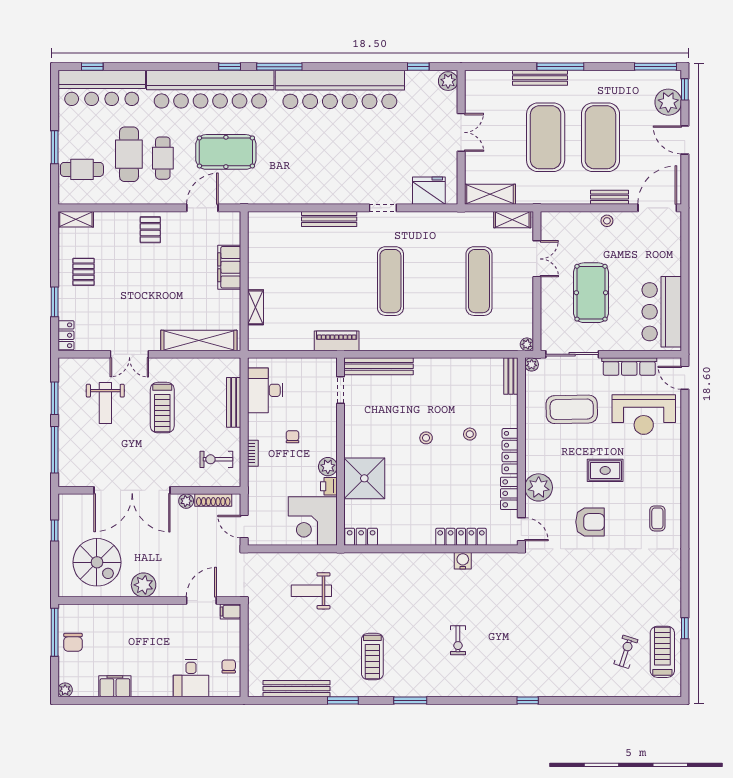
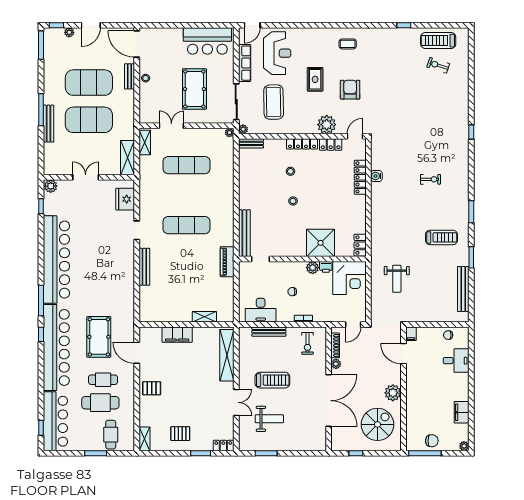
plant: (668, 102) -> (69, 32), width x0.53, depth x0.53
pool table: (591, 293) -> (194, 89), turned 90
window: (55, 450) -> (301, 453), removed
window: (685, 628) -> (404, 25), moved

